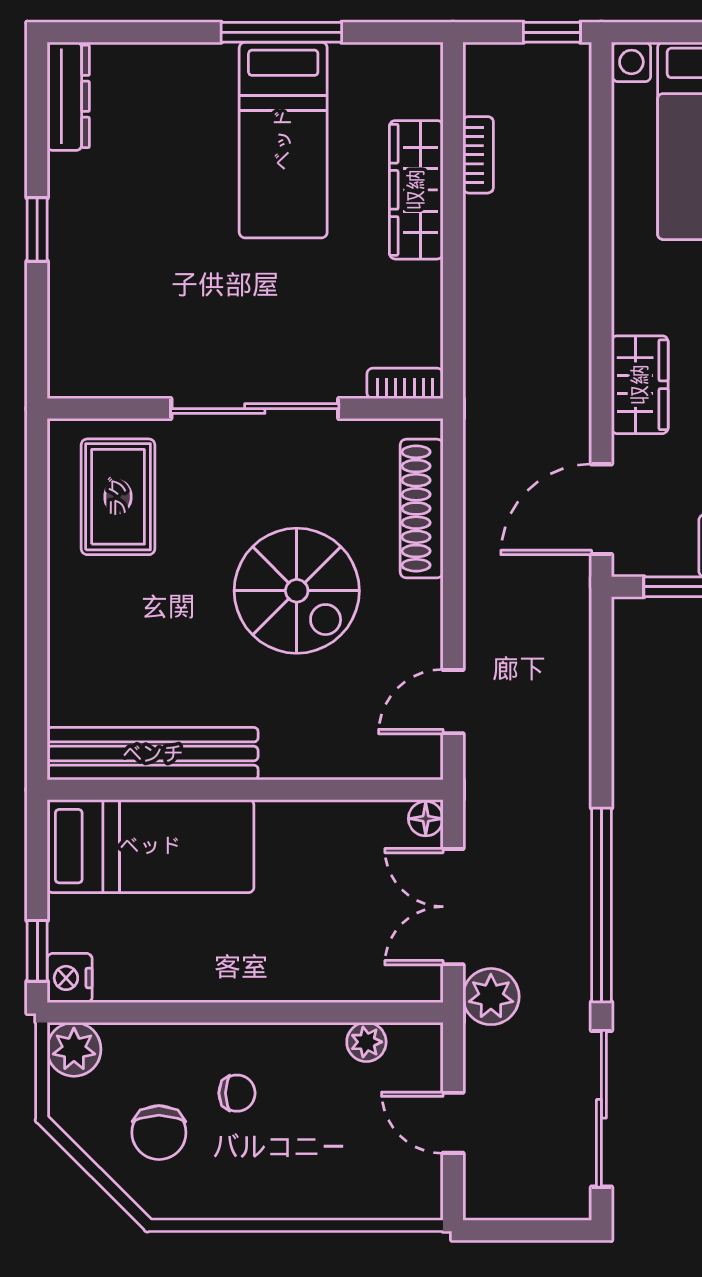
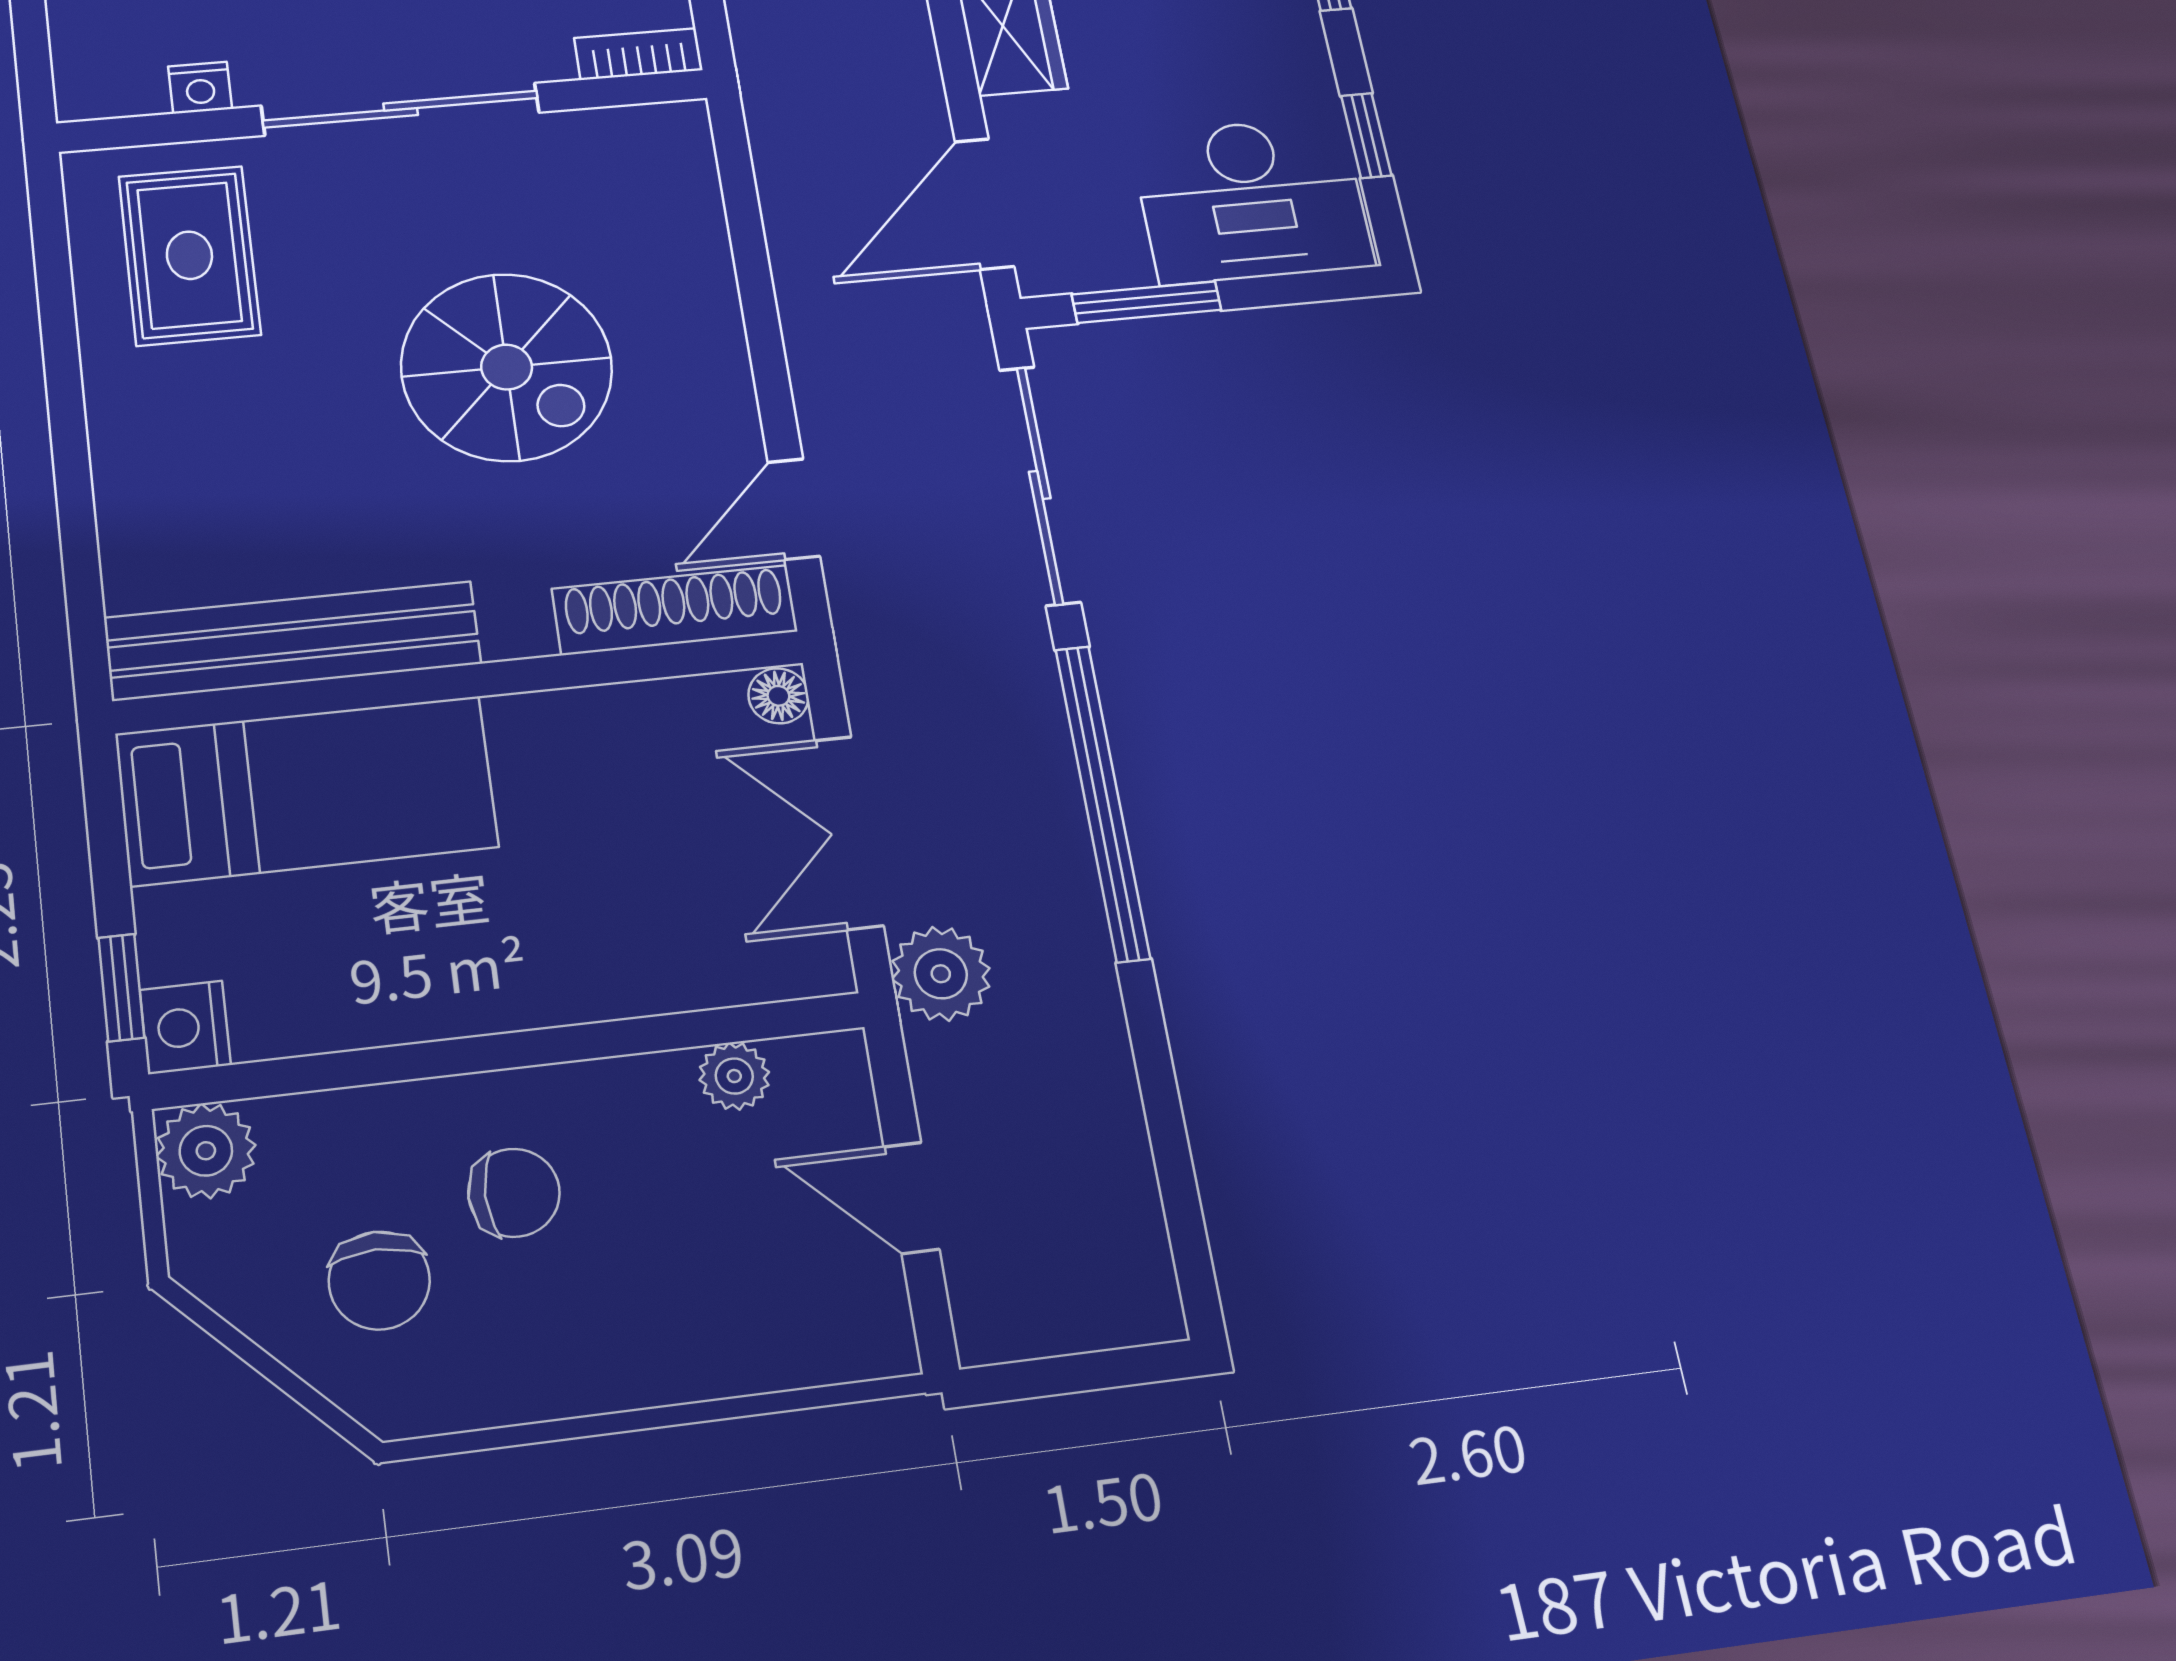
nightstand: (135, 382) -> (200, 88), added
shoe rack: (422, 509) -> (675, 610), moved, turned 90
chair: (237, 1093) -> (514, 1193), width x1.37, depth x1.37
sliding door: (601, 1109) -> (1040, 485), moved

